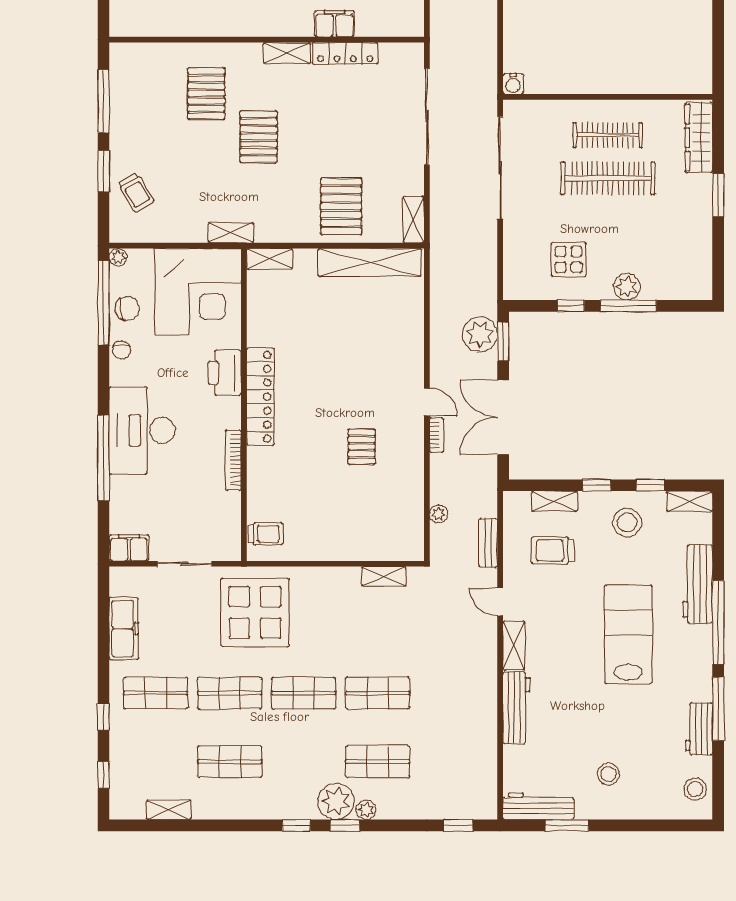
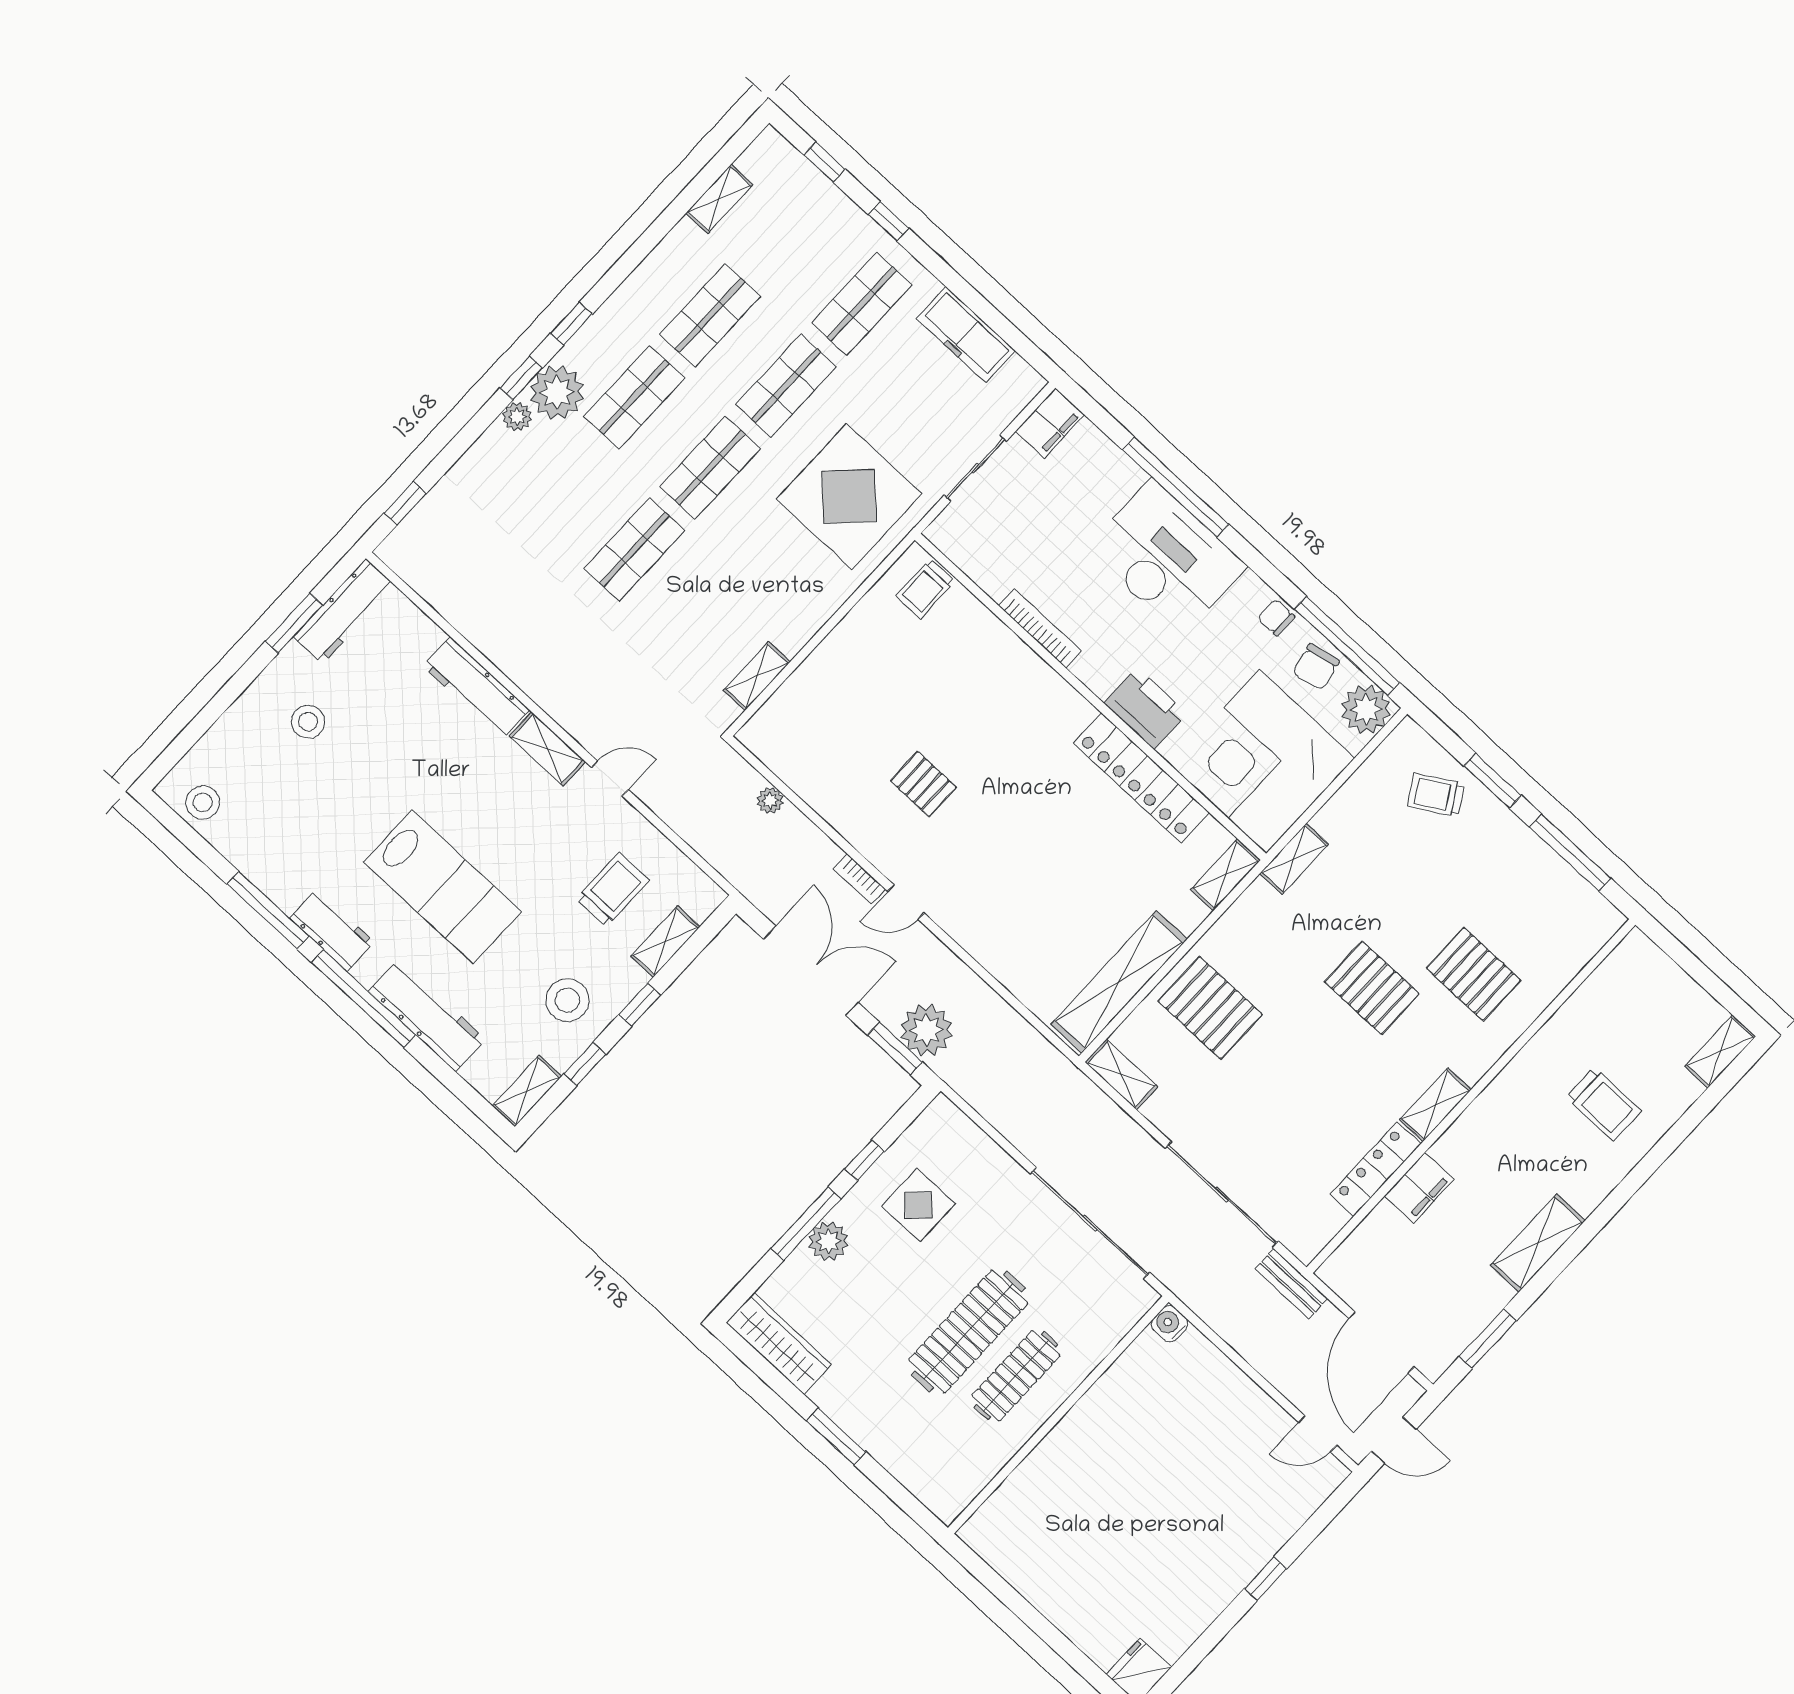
wardrobe: (699, 138) -> (779, 1344), moved
plant: (118, 257) -> (1366, 709), width x1.87, depth x1.87
locker: (260, 397) -> (1141, 778), moved
bench: (488, 543) -> (1291, 1284), moved
workbench: (699, 729) -> (332, 930), moved
shop shelf: (378, 762) -> (634, 397), moved

